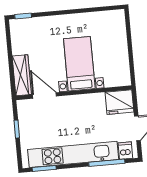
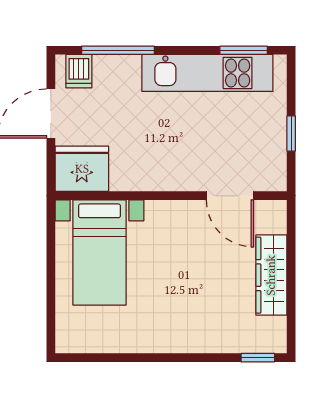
bed with nightstands: (79, 64) -> (100, 252), moved
wardrobe: (22, 75) -> (271, 275), moved
kitchen unit: (73, 154) -> (207, 73), width x0.73

